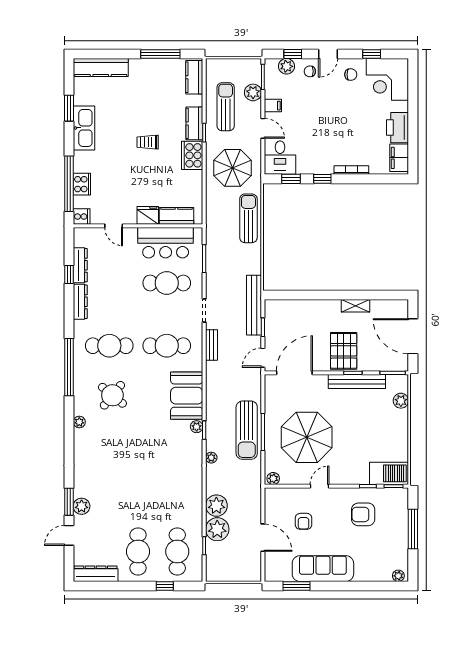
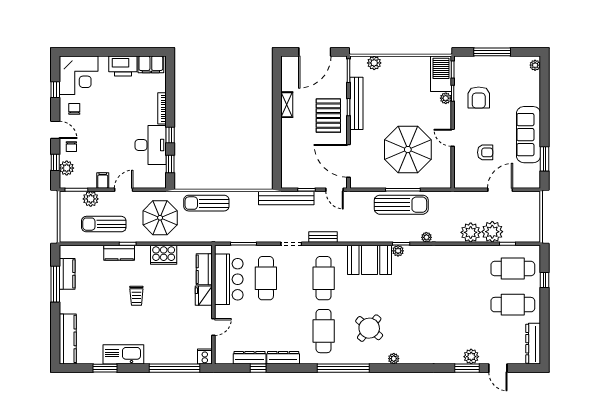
kitchen counter: (194, 77) -> (67, 274), moved, turned -90
cooker: (192, 155) -> (164, 255), moved
desk: (280, 158) -> (151, 145), moved, width x1.37
cooker: (82, 184) -> (175, 356), removed
pallet: (344, 351) -> (328, 116), turned 90
plant: (273, 478) -> (446, 98), moved

